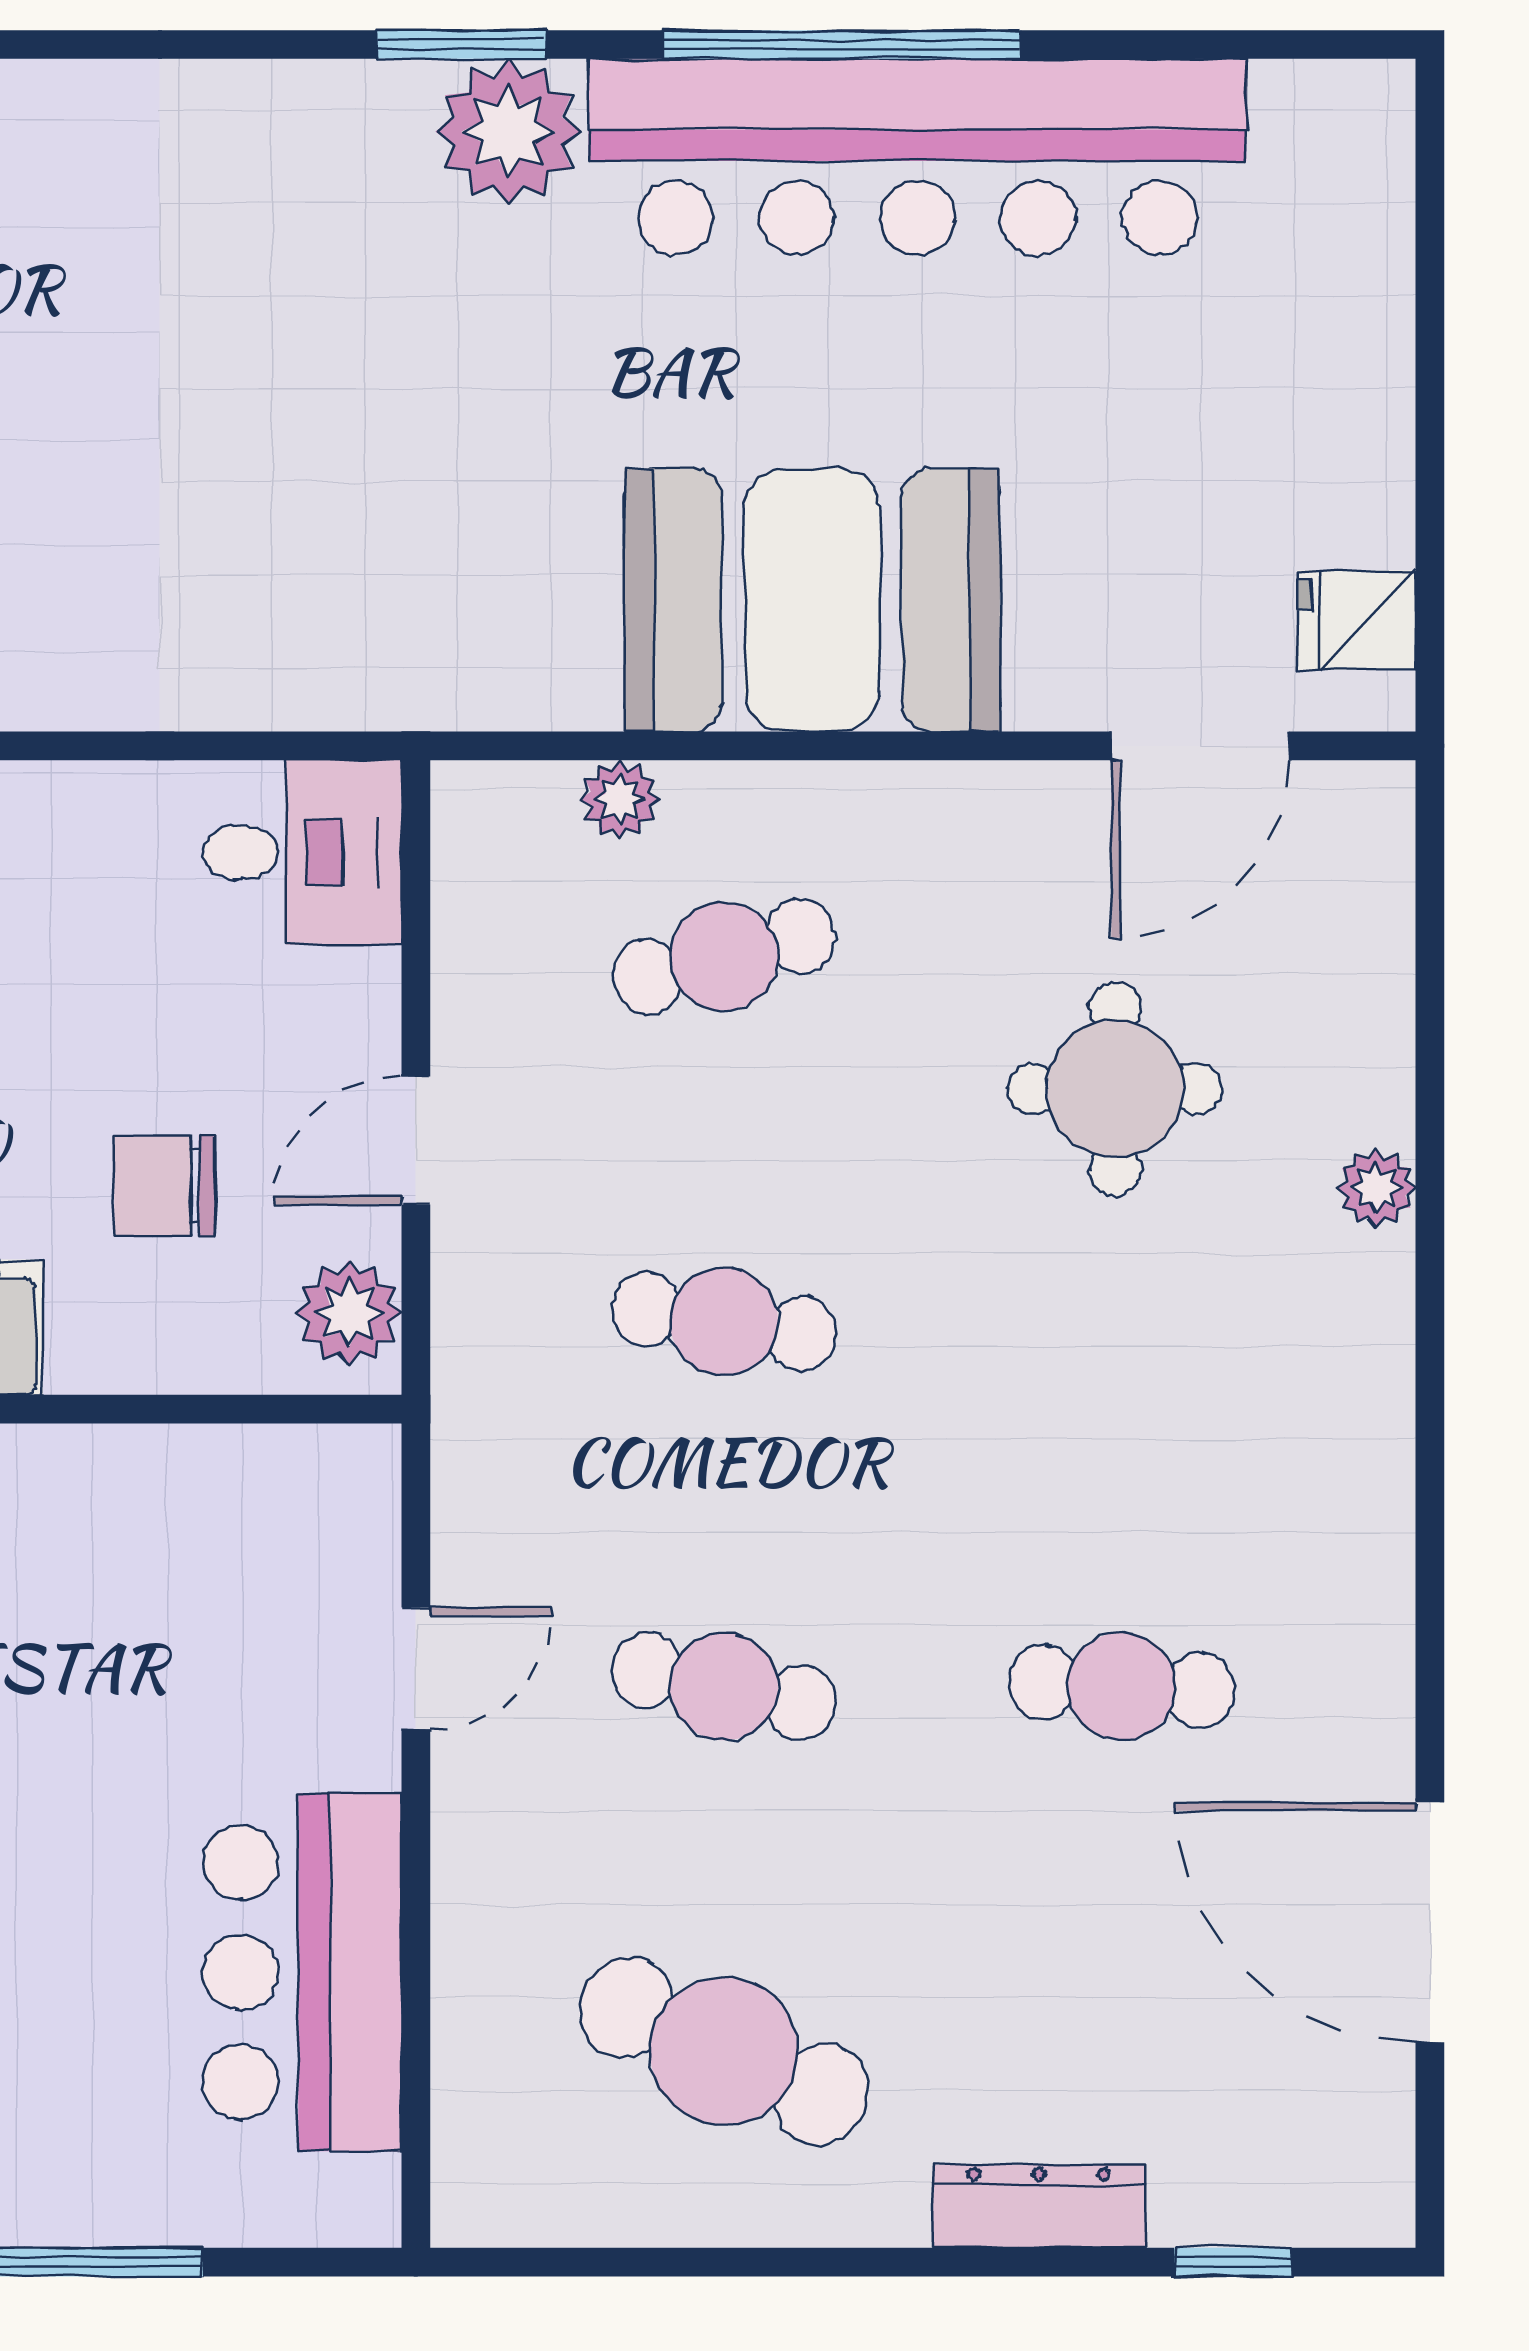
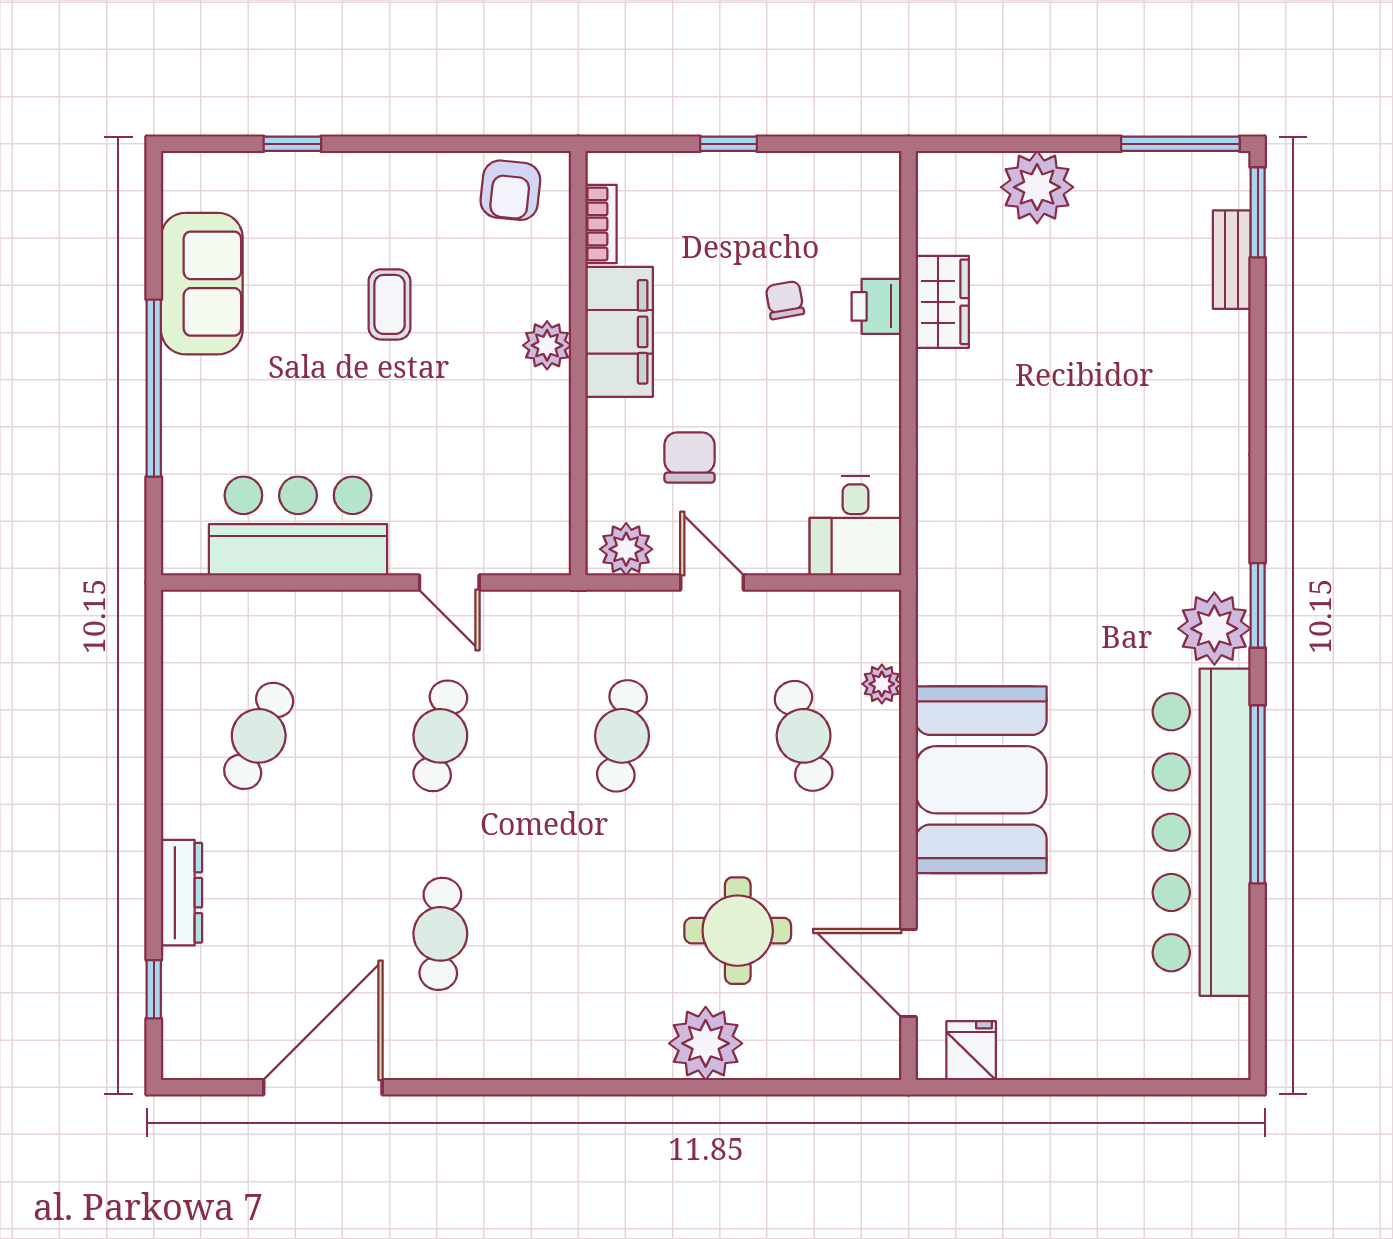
plant: (1376, 1188) -> (706, 1043), width x1.88, depth x1.88
cafe table: (724, 2051) -> (259, 736), width x0.73, depth x0.74

